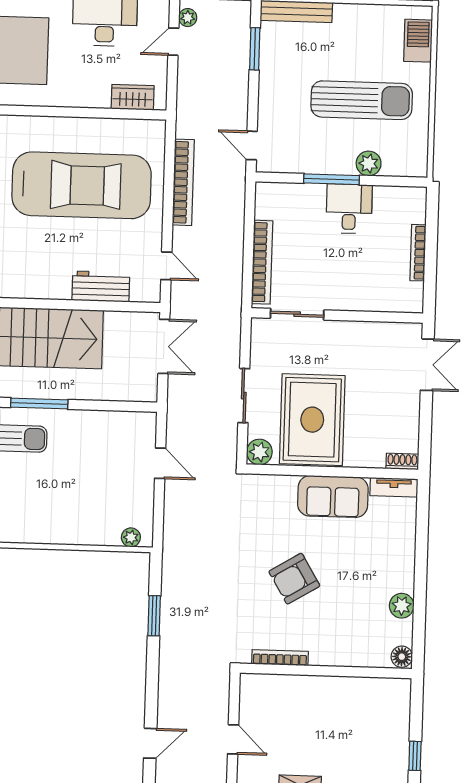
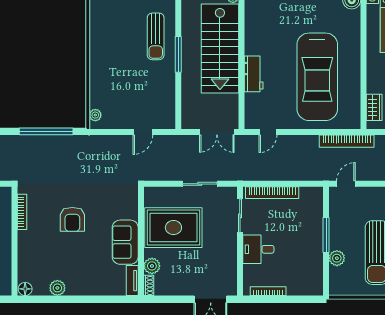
bookcase: (183, 182) -> (347, 141), moved
desk: (349, 209) -> (258, 249), moved, turned 180
bookcase: (418, 253) -> (268, 291), moved
workbench: (101, 286) -> (254, 74), moved
sliding door: (244, 396) -> (200, 184), moved
plant: (259, 452) -> (152, 266), moved
armchair: (294, 579) -> (72, 219), turned -149
window: (154, 616) -> (46, 131), width x2.11

